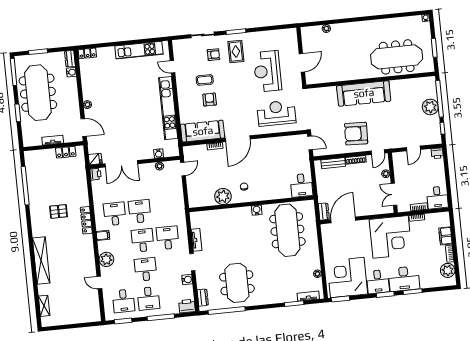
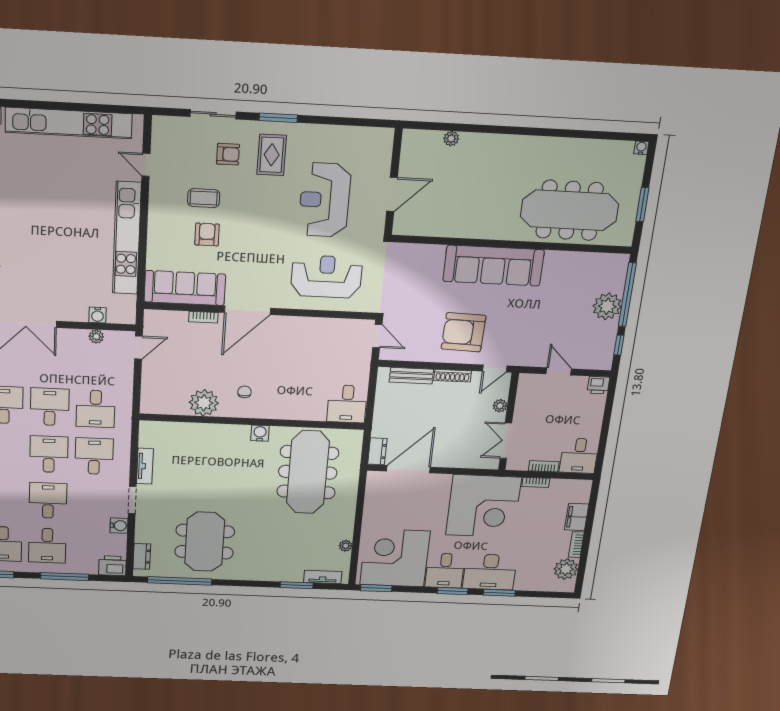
kitchen unit: (139, 50) -> (69, 123), width x1.36
door: (413, 148) -> (559, 371), swing flipped
desk: (165, 209) -> (96, 409), added

